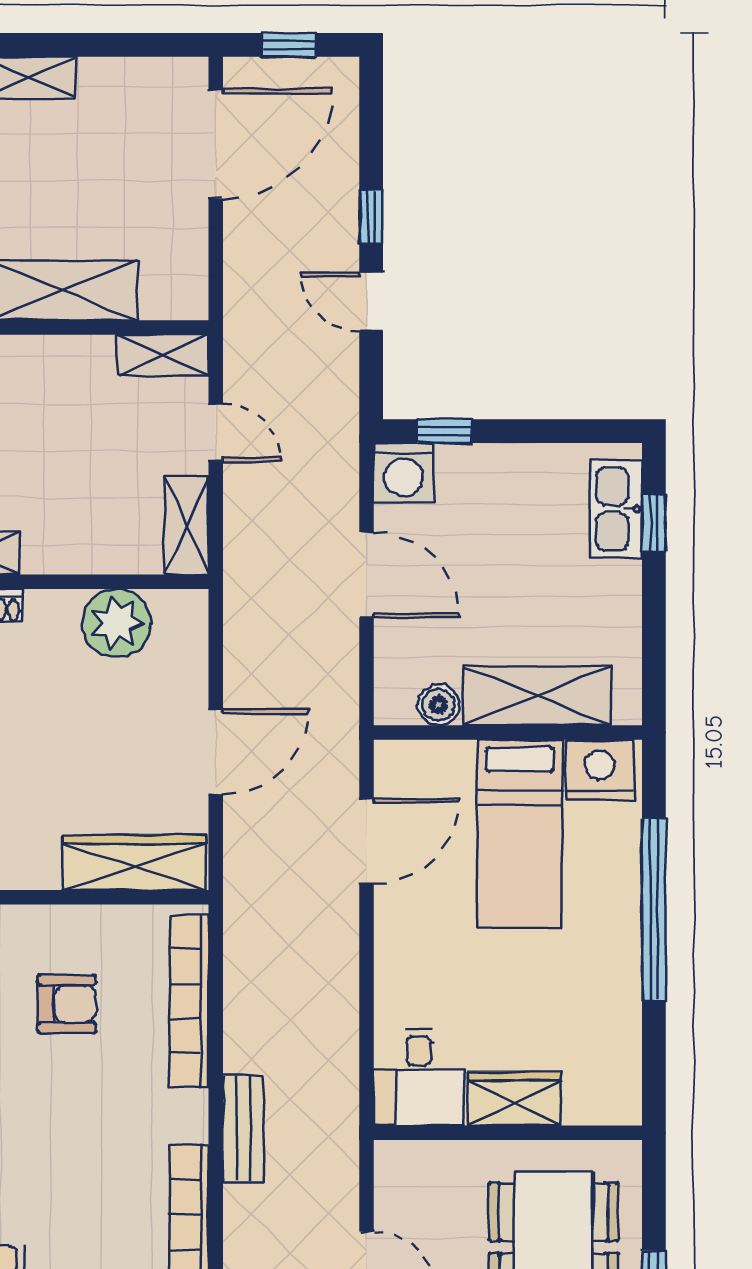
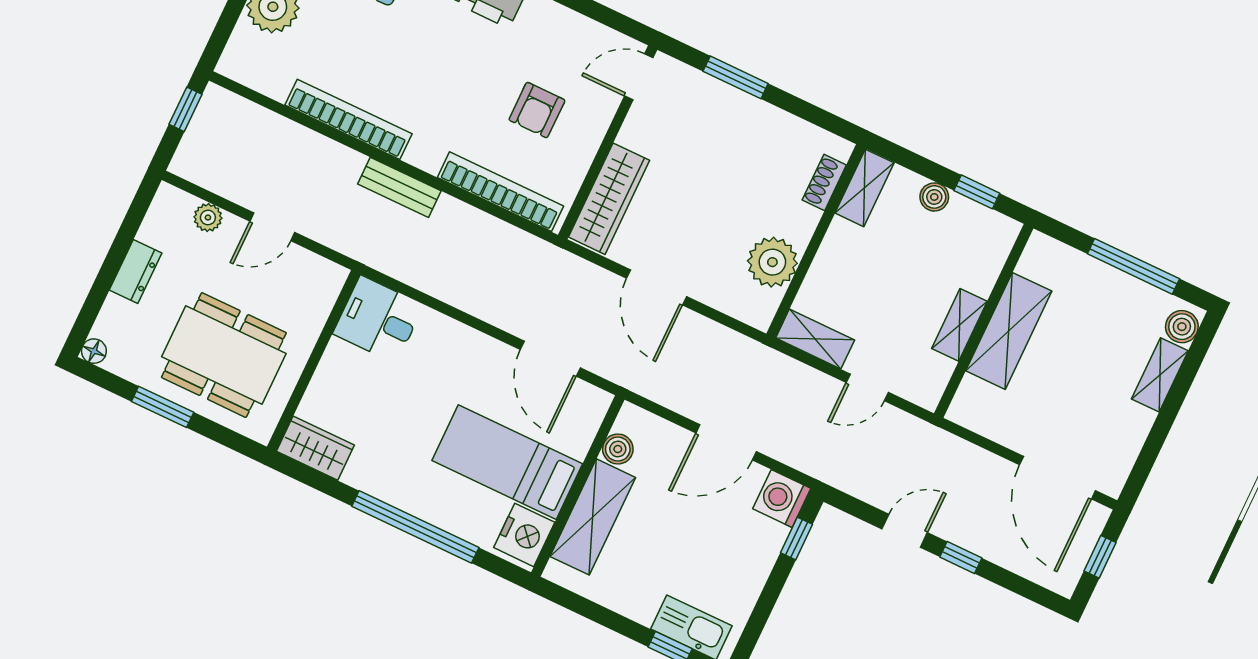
shelving: (163, 355) -> (959, 325), moved
wardrobe: (514, 1099) -> (315, 448), moved, turned -90

